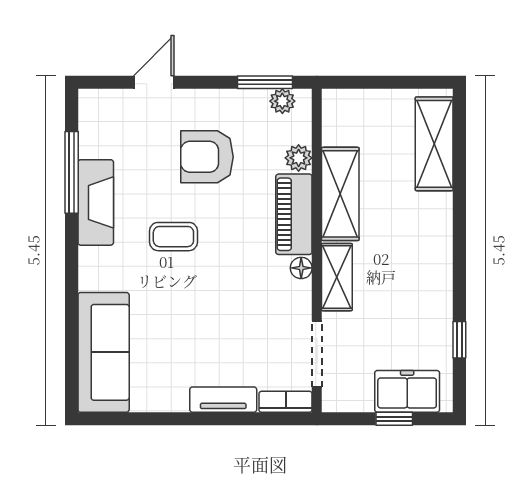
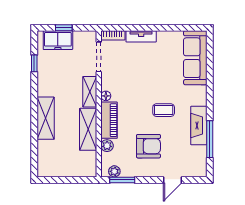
shelving: (434, 144) -> (46, 118), moved

